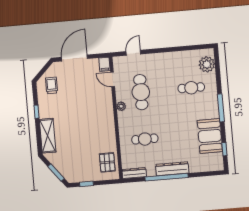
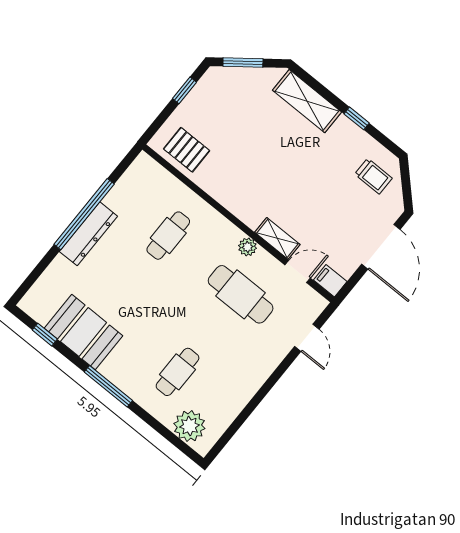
shelving: (108, 98) -> (277, 238), added
dresser: (134, 173) -> (134, 174), removed

